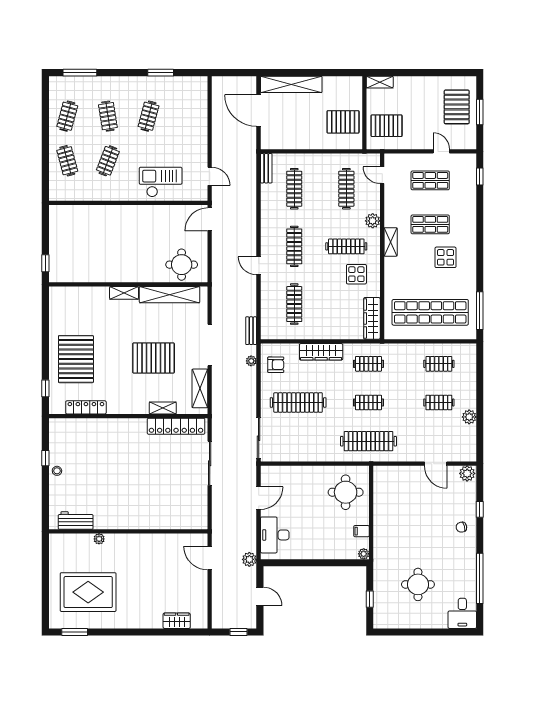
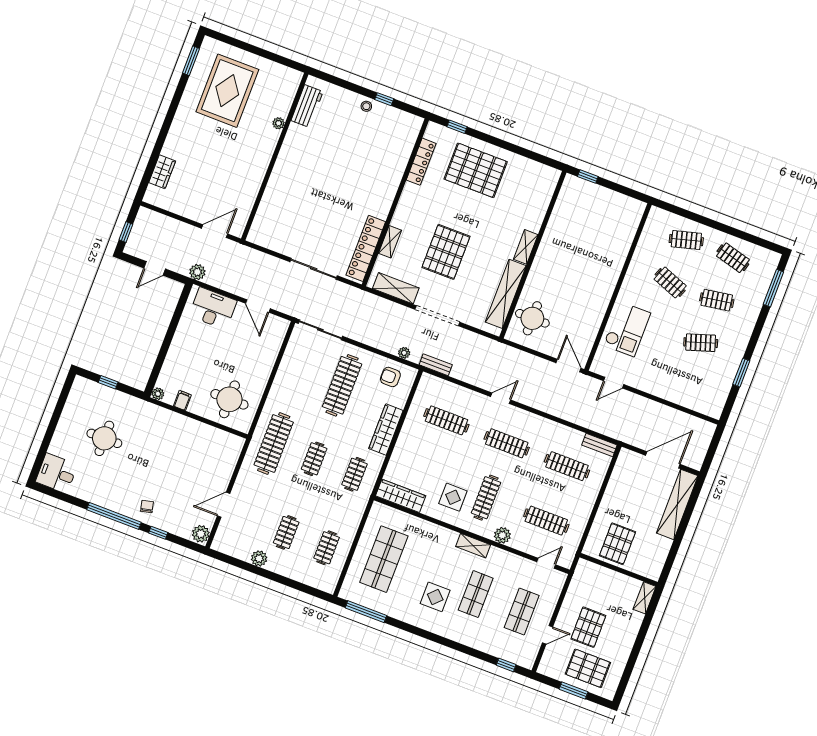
clothes rail: (149, 116) -> (701, 343), turned -33
pallet: (387, 126) -> (588, 627), moved
shop shelf: (430, 312) -> (384, 559), width x0.71
armchair: (276, 365) -> (390, 377), turned 90
window: (480, 578) -> (114, 516), moved

